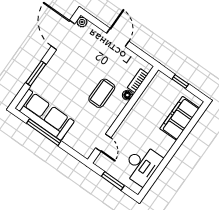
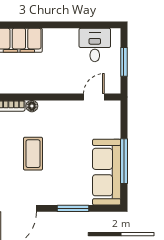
coffee table: (102, 93) -> (33, 154), moved, turned 90
desk: (142, 165) -> (95, 45), width x0.73

